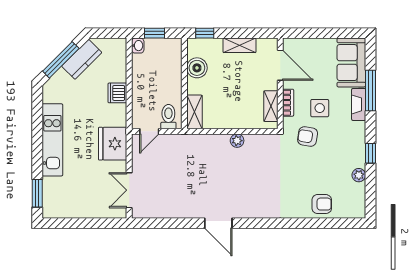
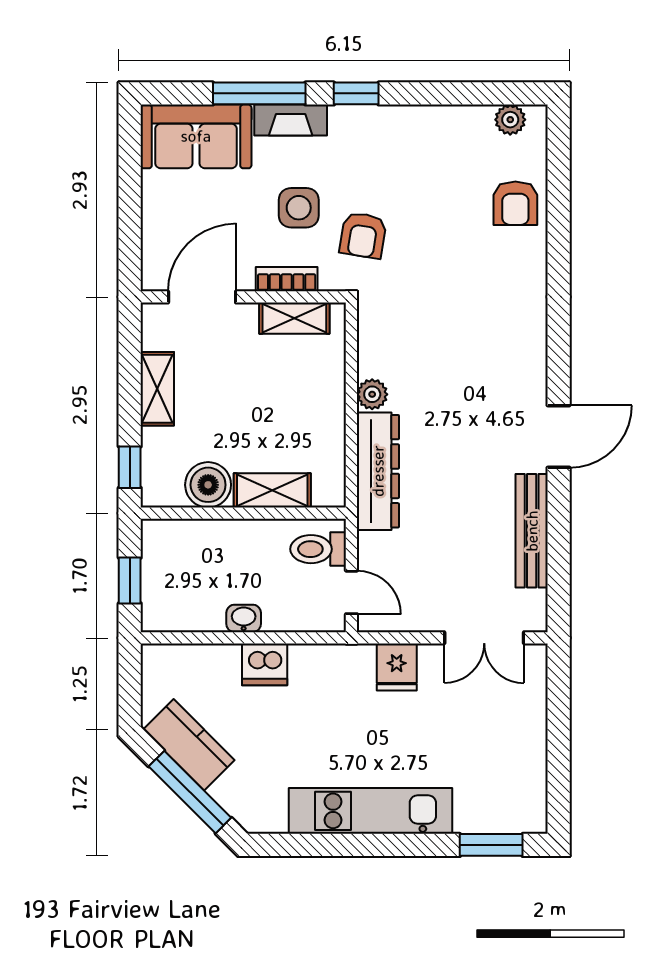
washbasin: (138, 46) -> (244, 618), moved
shelving: (194, 112) -> (272, 490), moved
dresser: (203, 143) -> (378, 471), added
fridge: (113, 144) -> (397, 667), width x0.53, depth x0.75
window: (370, 153) -> (356, 93), moved
plant: (359, 175) -> (510, 120), moved
armchair: (322, 204) -> (515, 203), turned 180
bench: (177, 211) -> (532, 531), added

